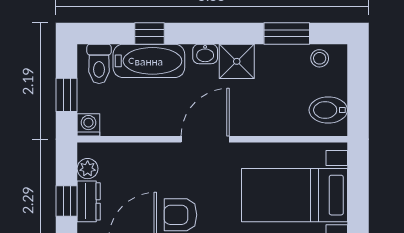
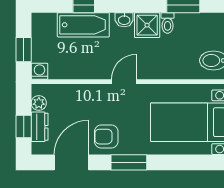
stool: (320, 58) -> (207, 23), removed
toilet: (99, 64) -> (168, 23), moved, width x0.73, depth x0.72
door: (205, 139) -> (124, 82), width x0.73

